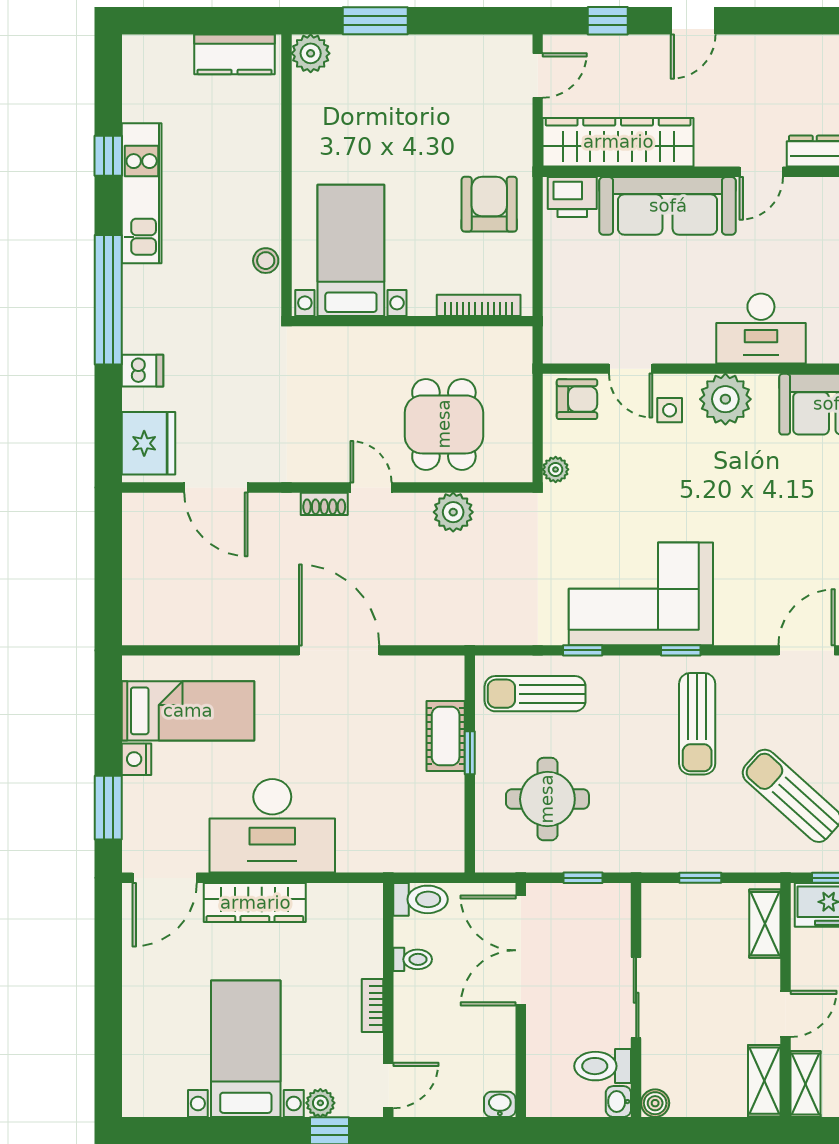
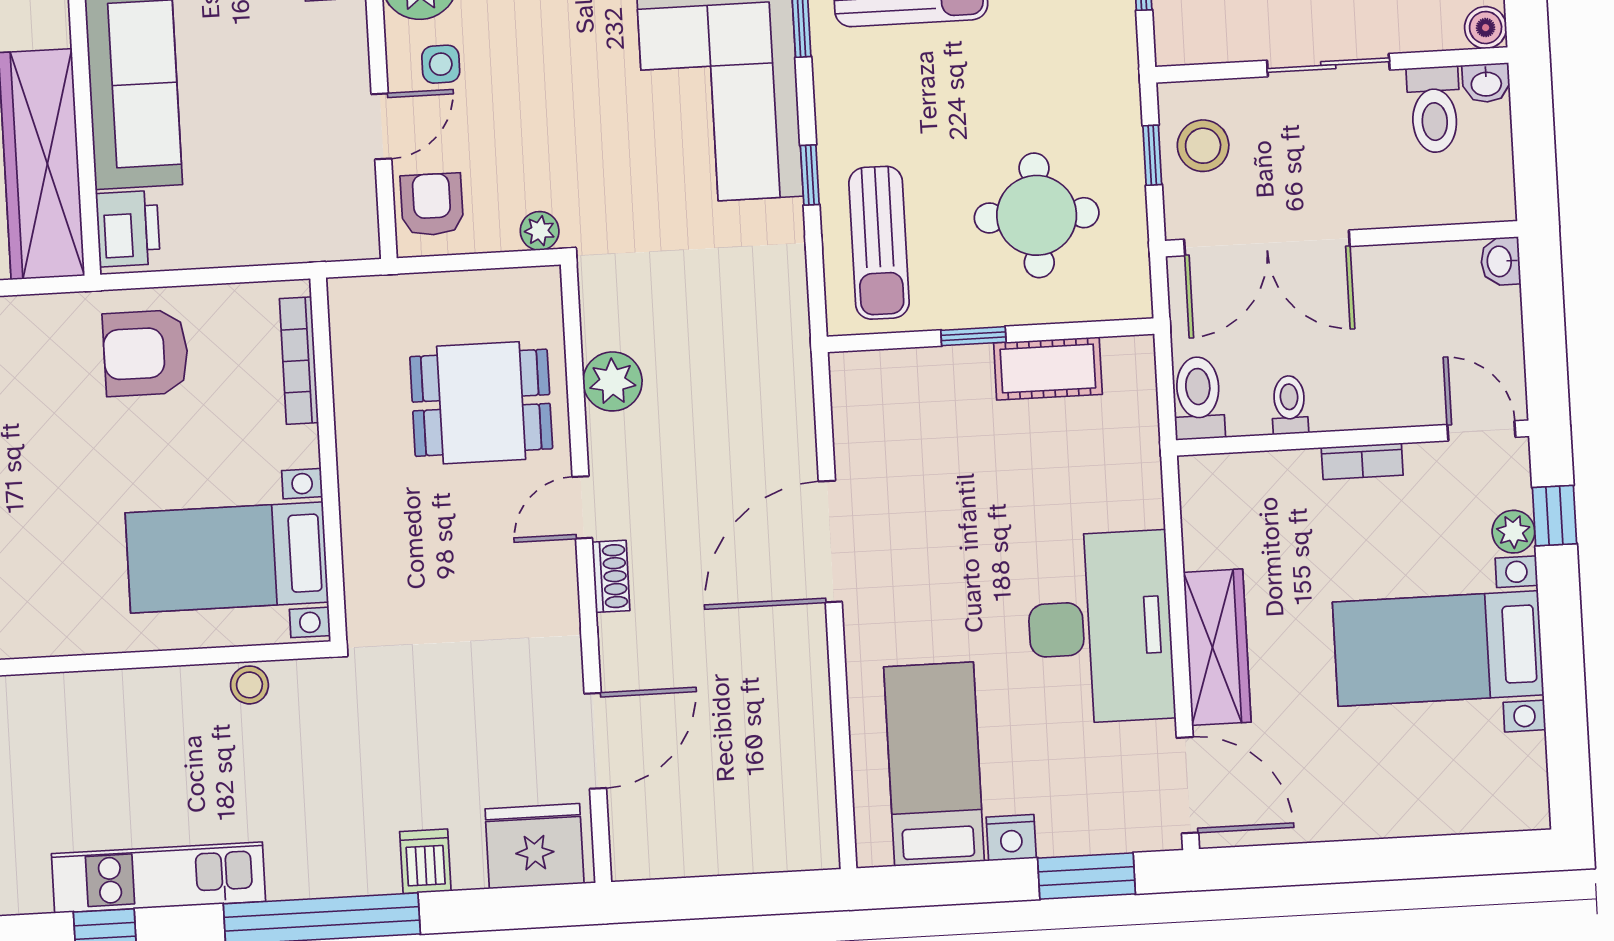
cot: (446, 736) -> (1048, 369), moved
stool: (587, 912) -> (1203, 146), added

